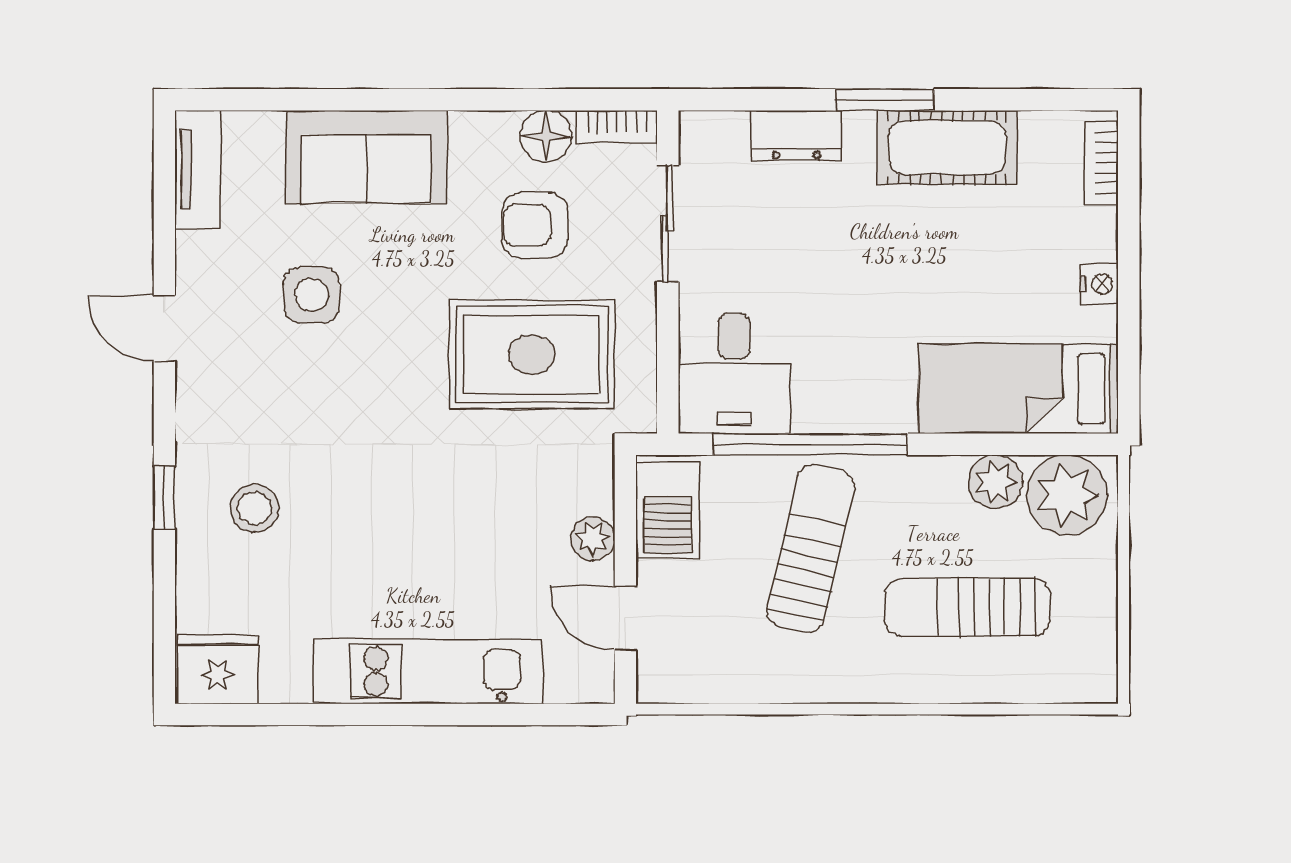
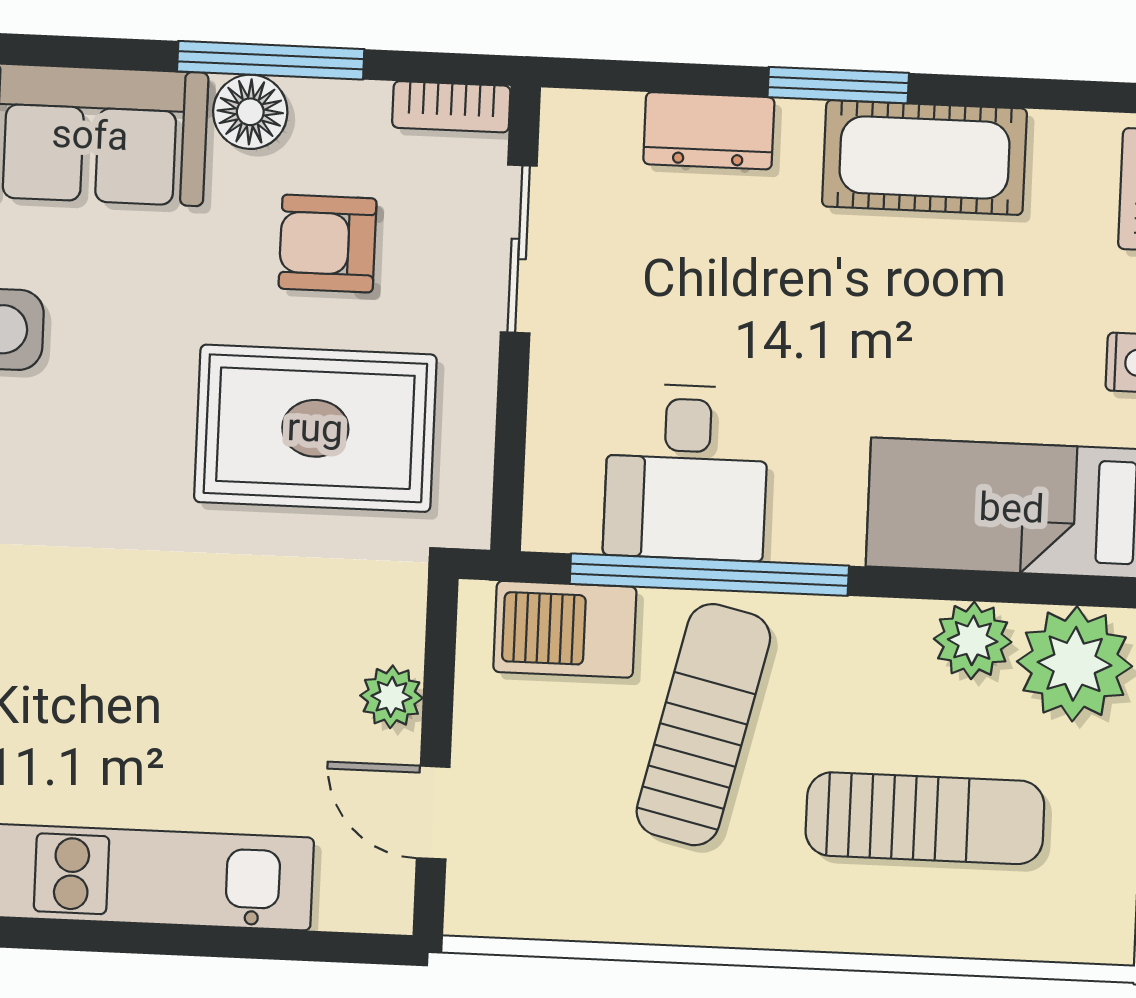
window: (490, 100) -> (271, 60), added
floor lamp: (546, 136) -> (250, 112), moved
desk: (734, 374) -> (686, 472), moved
barbecue: (668, 510) -> (565, 629), moved, turned 90
sun lounger: (968, 607) -> (925, 818), turned 180

